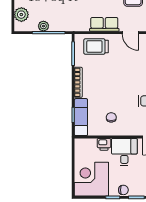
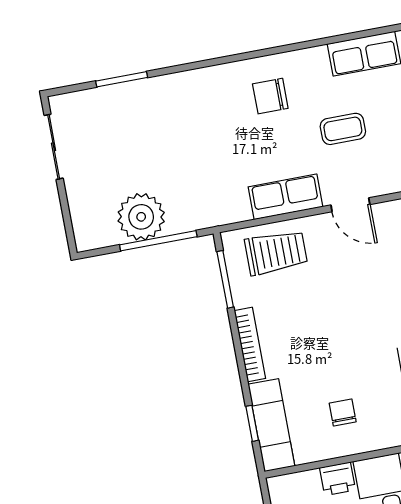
plant: (21, 15) -> (86, 210), removed
plant: (43, 26) -> (141, 217), width x1.88, depth x1.88
trolley: (96, 47) -> (276, 253), turned 180

